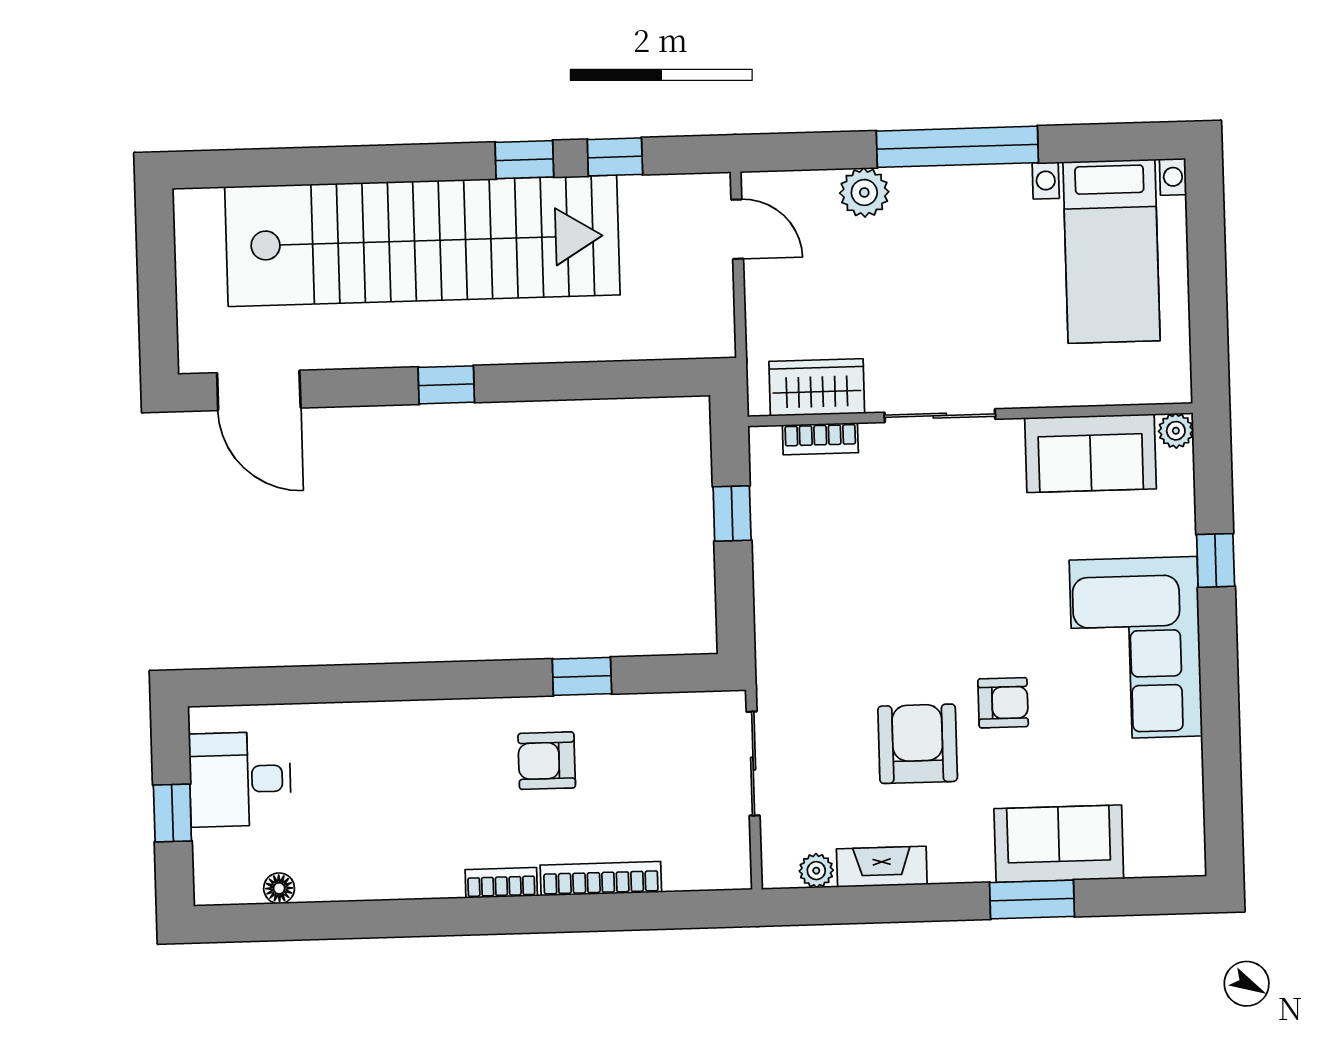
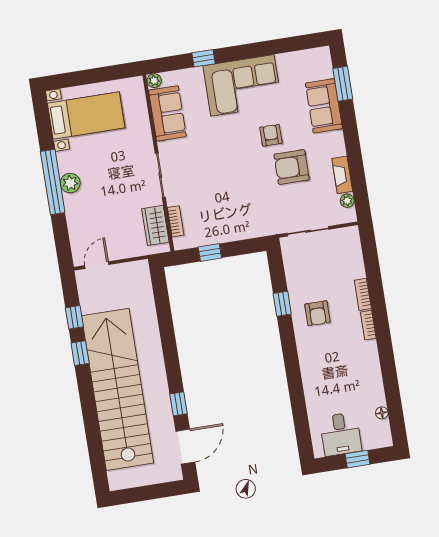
plant: (864, 192) -> (70, 183), moved
window: (446, 385) -> (178, 404), moved
bookcase: (601, 879) -> (363, 294), width x0.64
window: (1032, 900) -> (343, 84), moved

